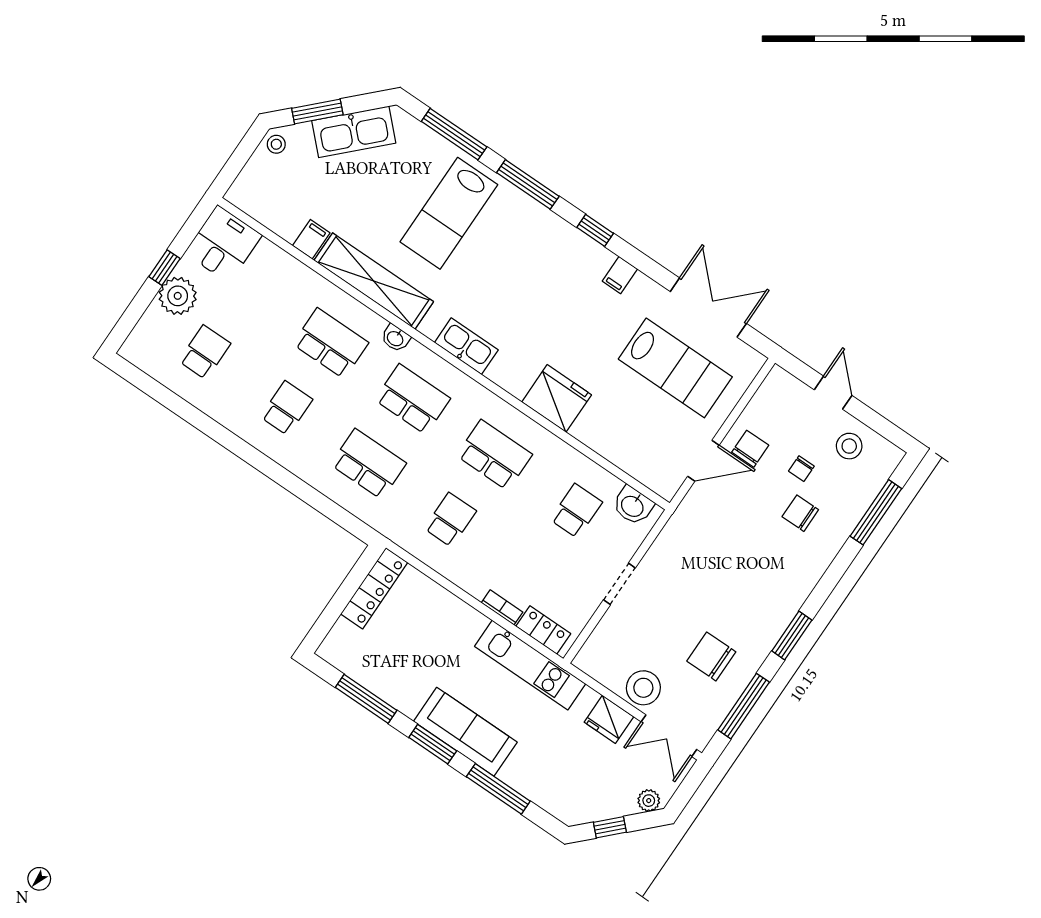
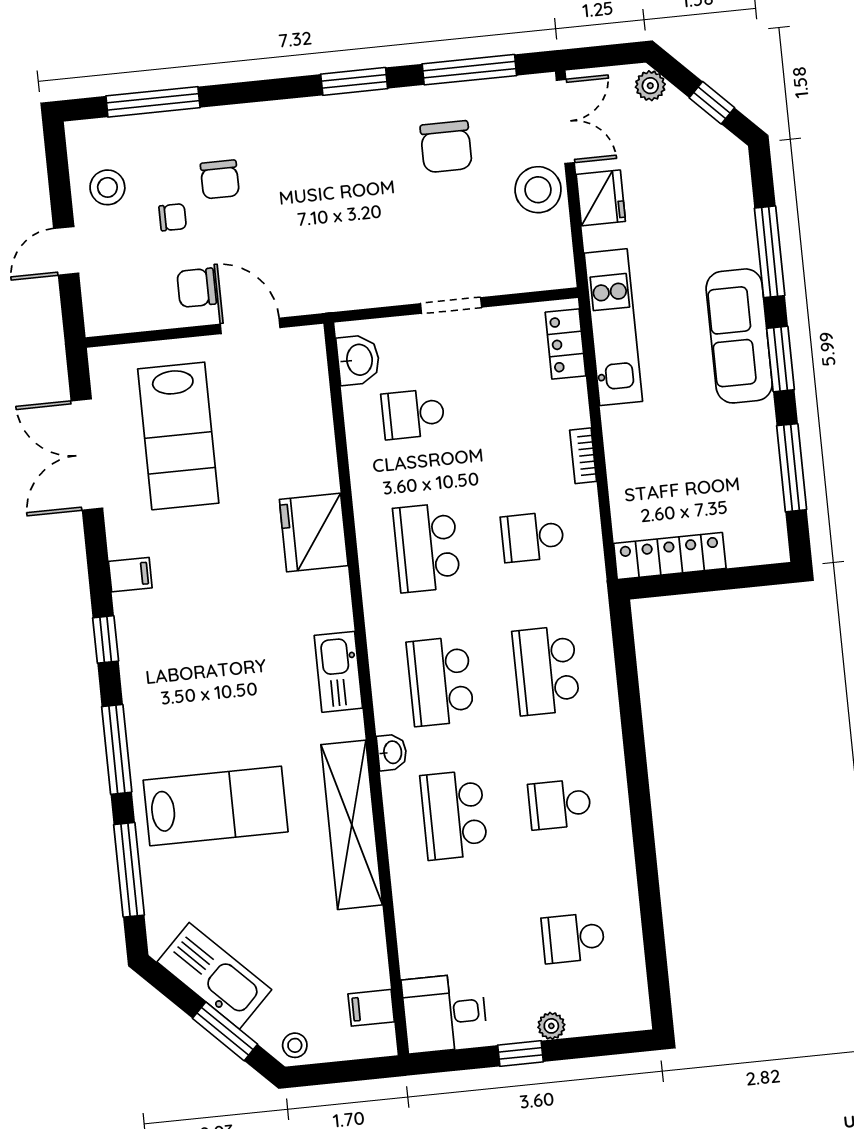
filing cabinet: (311, 239) -> (371, 1008), moved
plant: (178, 296) -> (551, 1026), width x0.53, depth x0.53
lab bench: (675, 368) -> (178, 436), turned 180
bookcase: (502, 607) -> (583, 456), moved

